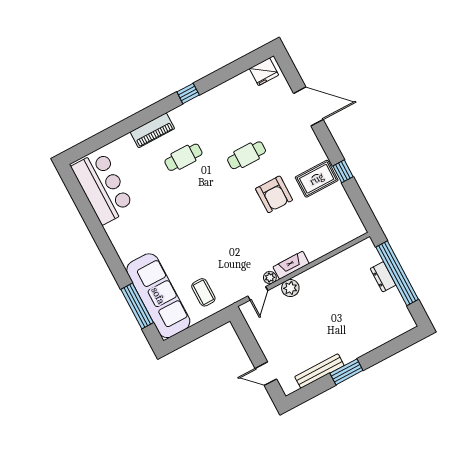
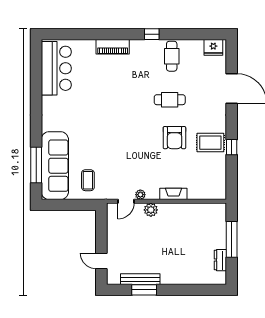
cafe table: (183, 157) -> (172, 56), moved, turned 90
fireplace: (291, 265) -> (173, 194), moved
window: (397, 273) -> (232, 239), width x0.68
dresser: (383, 277) -> (220, 260), moved
window: (346, 372) -> (144, 290), moved

